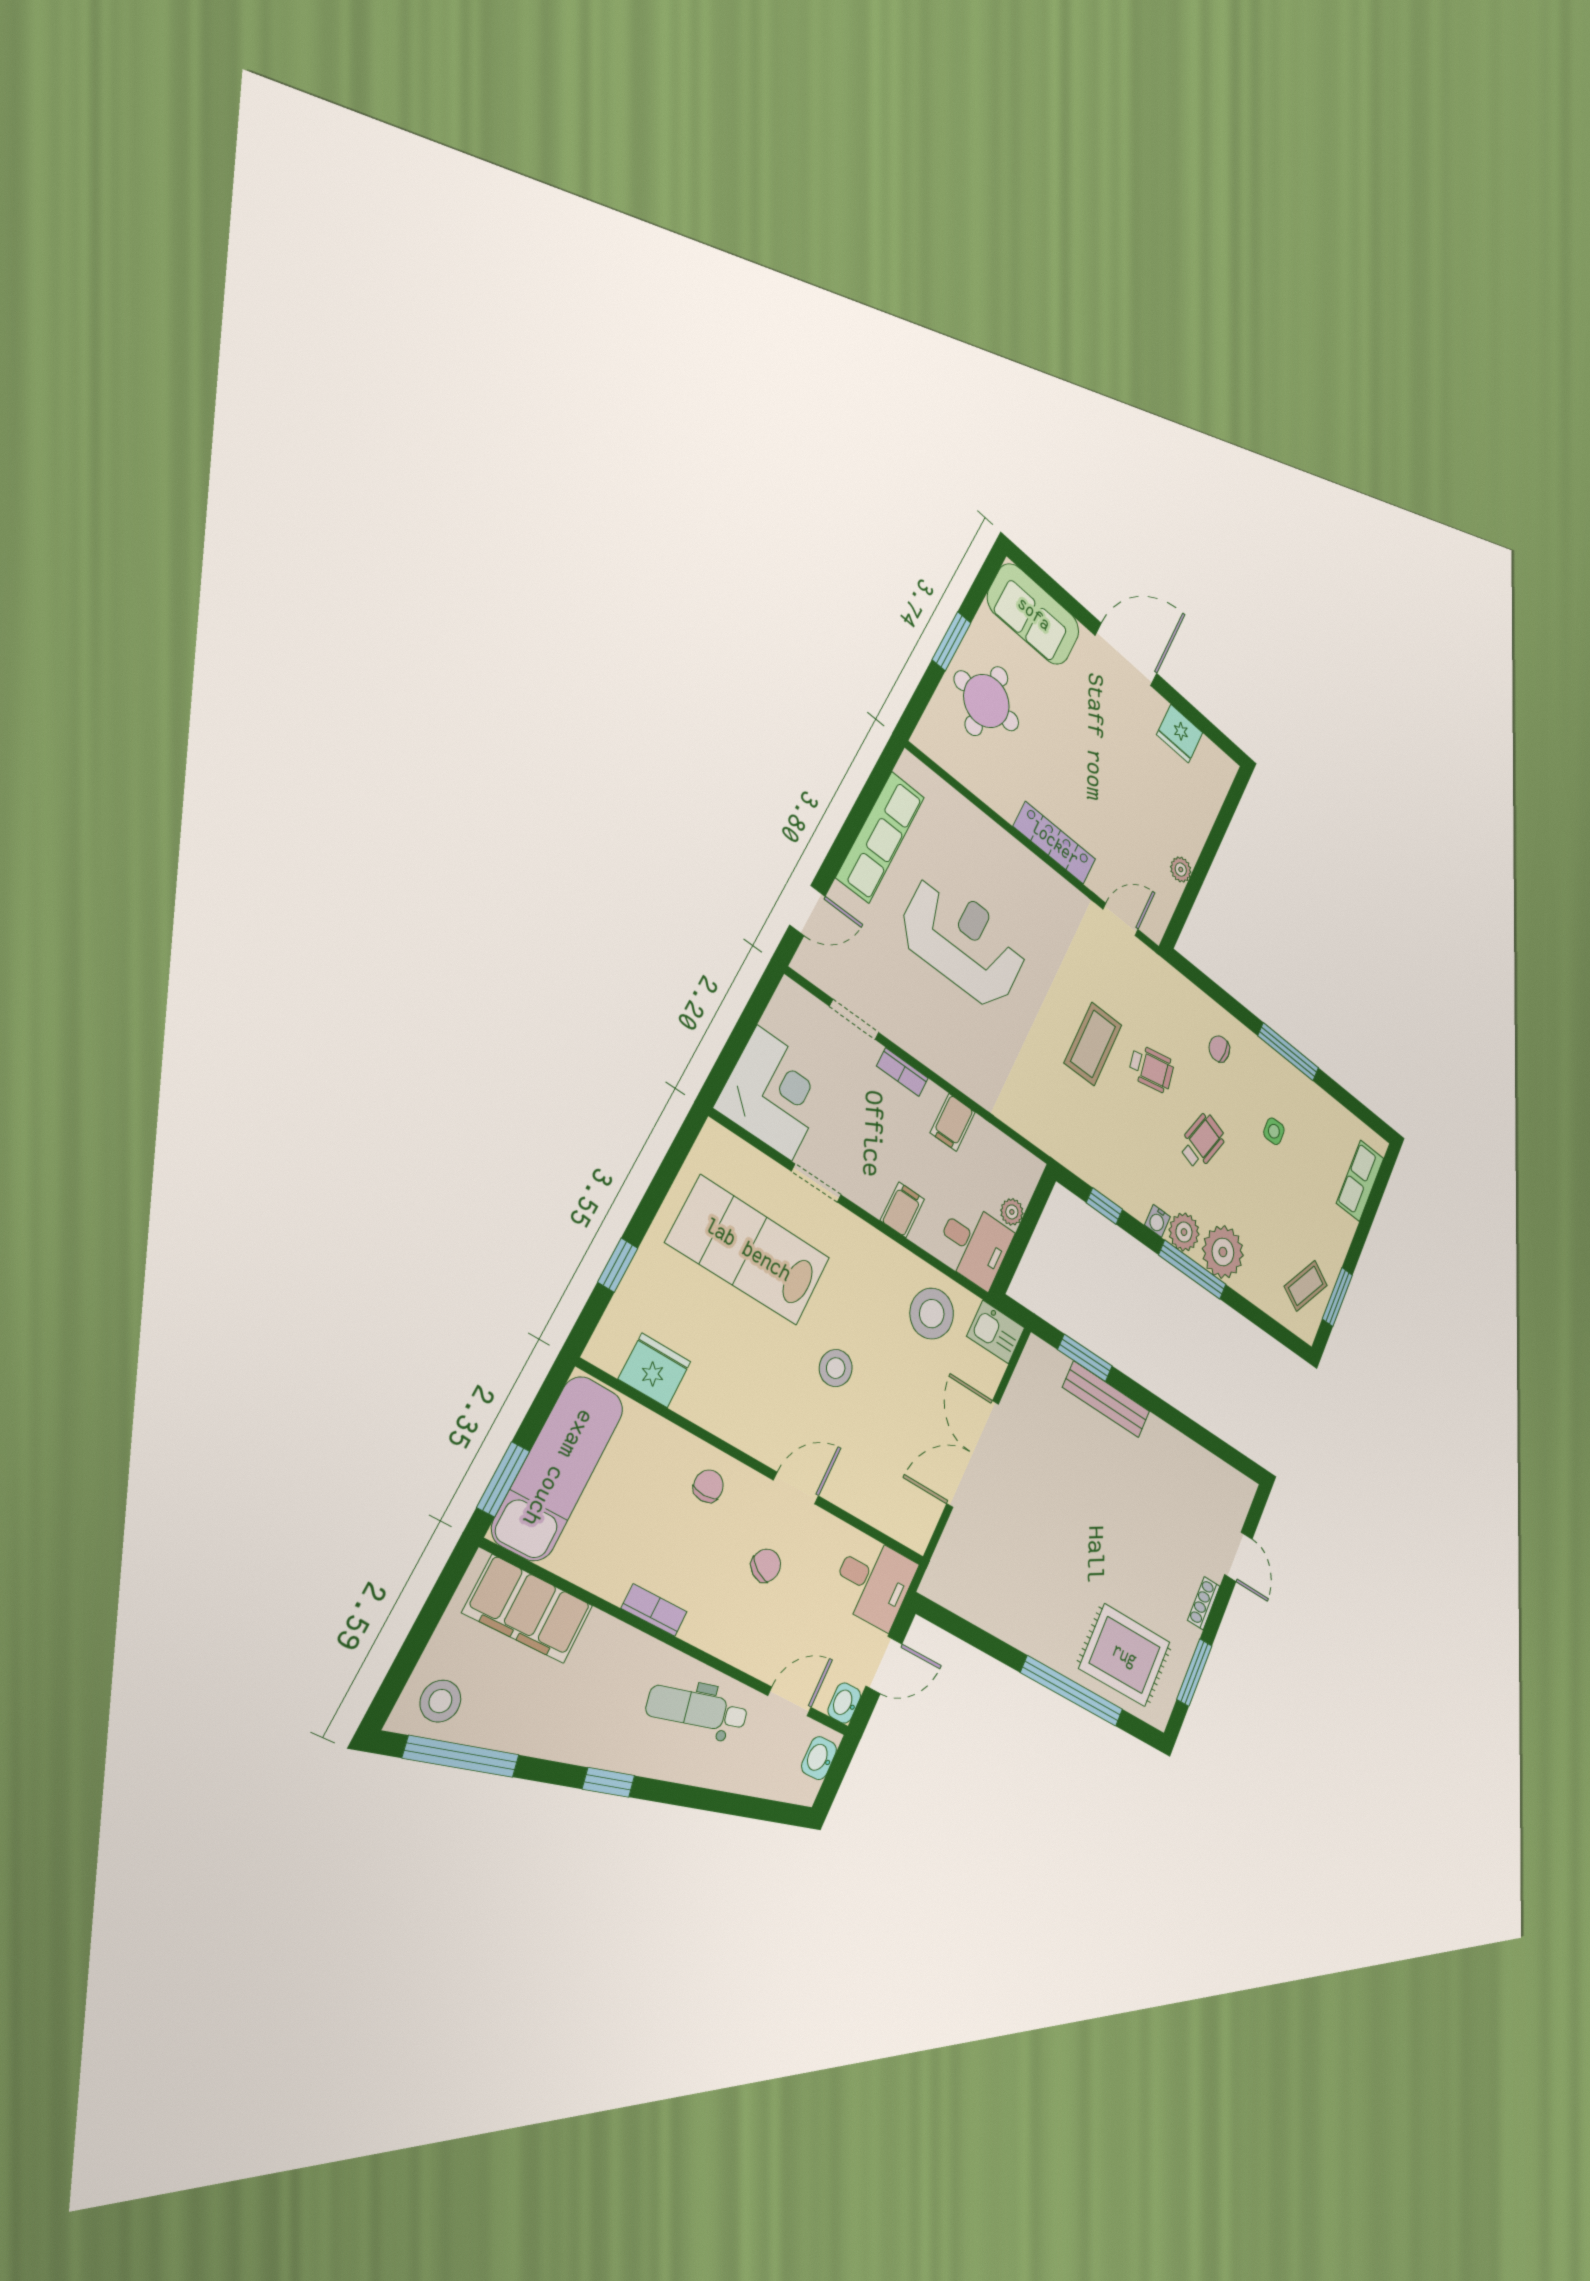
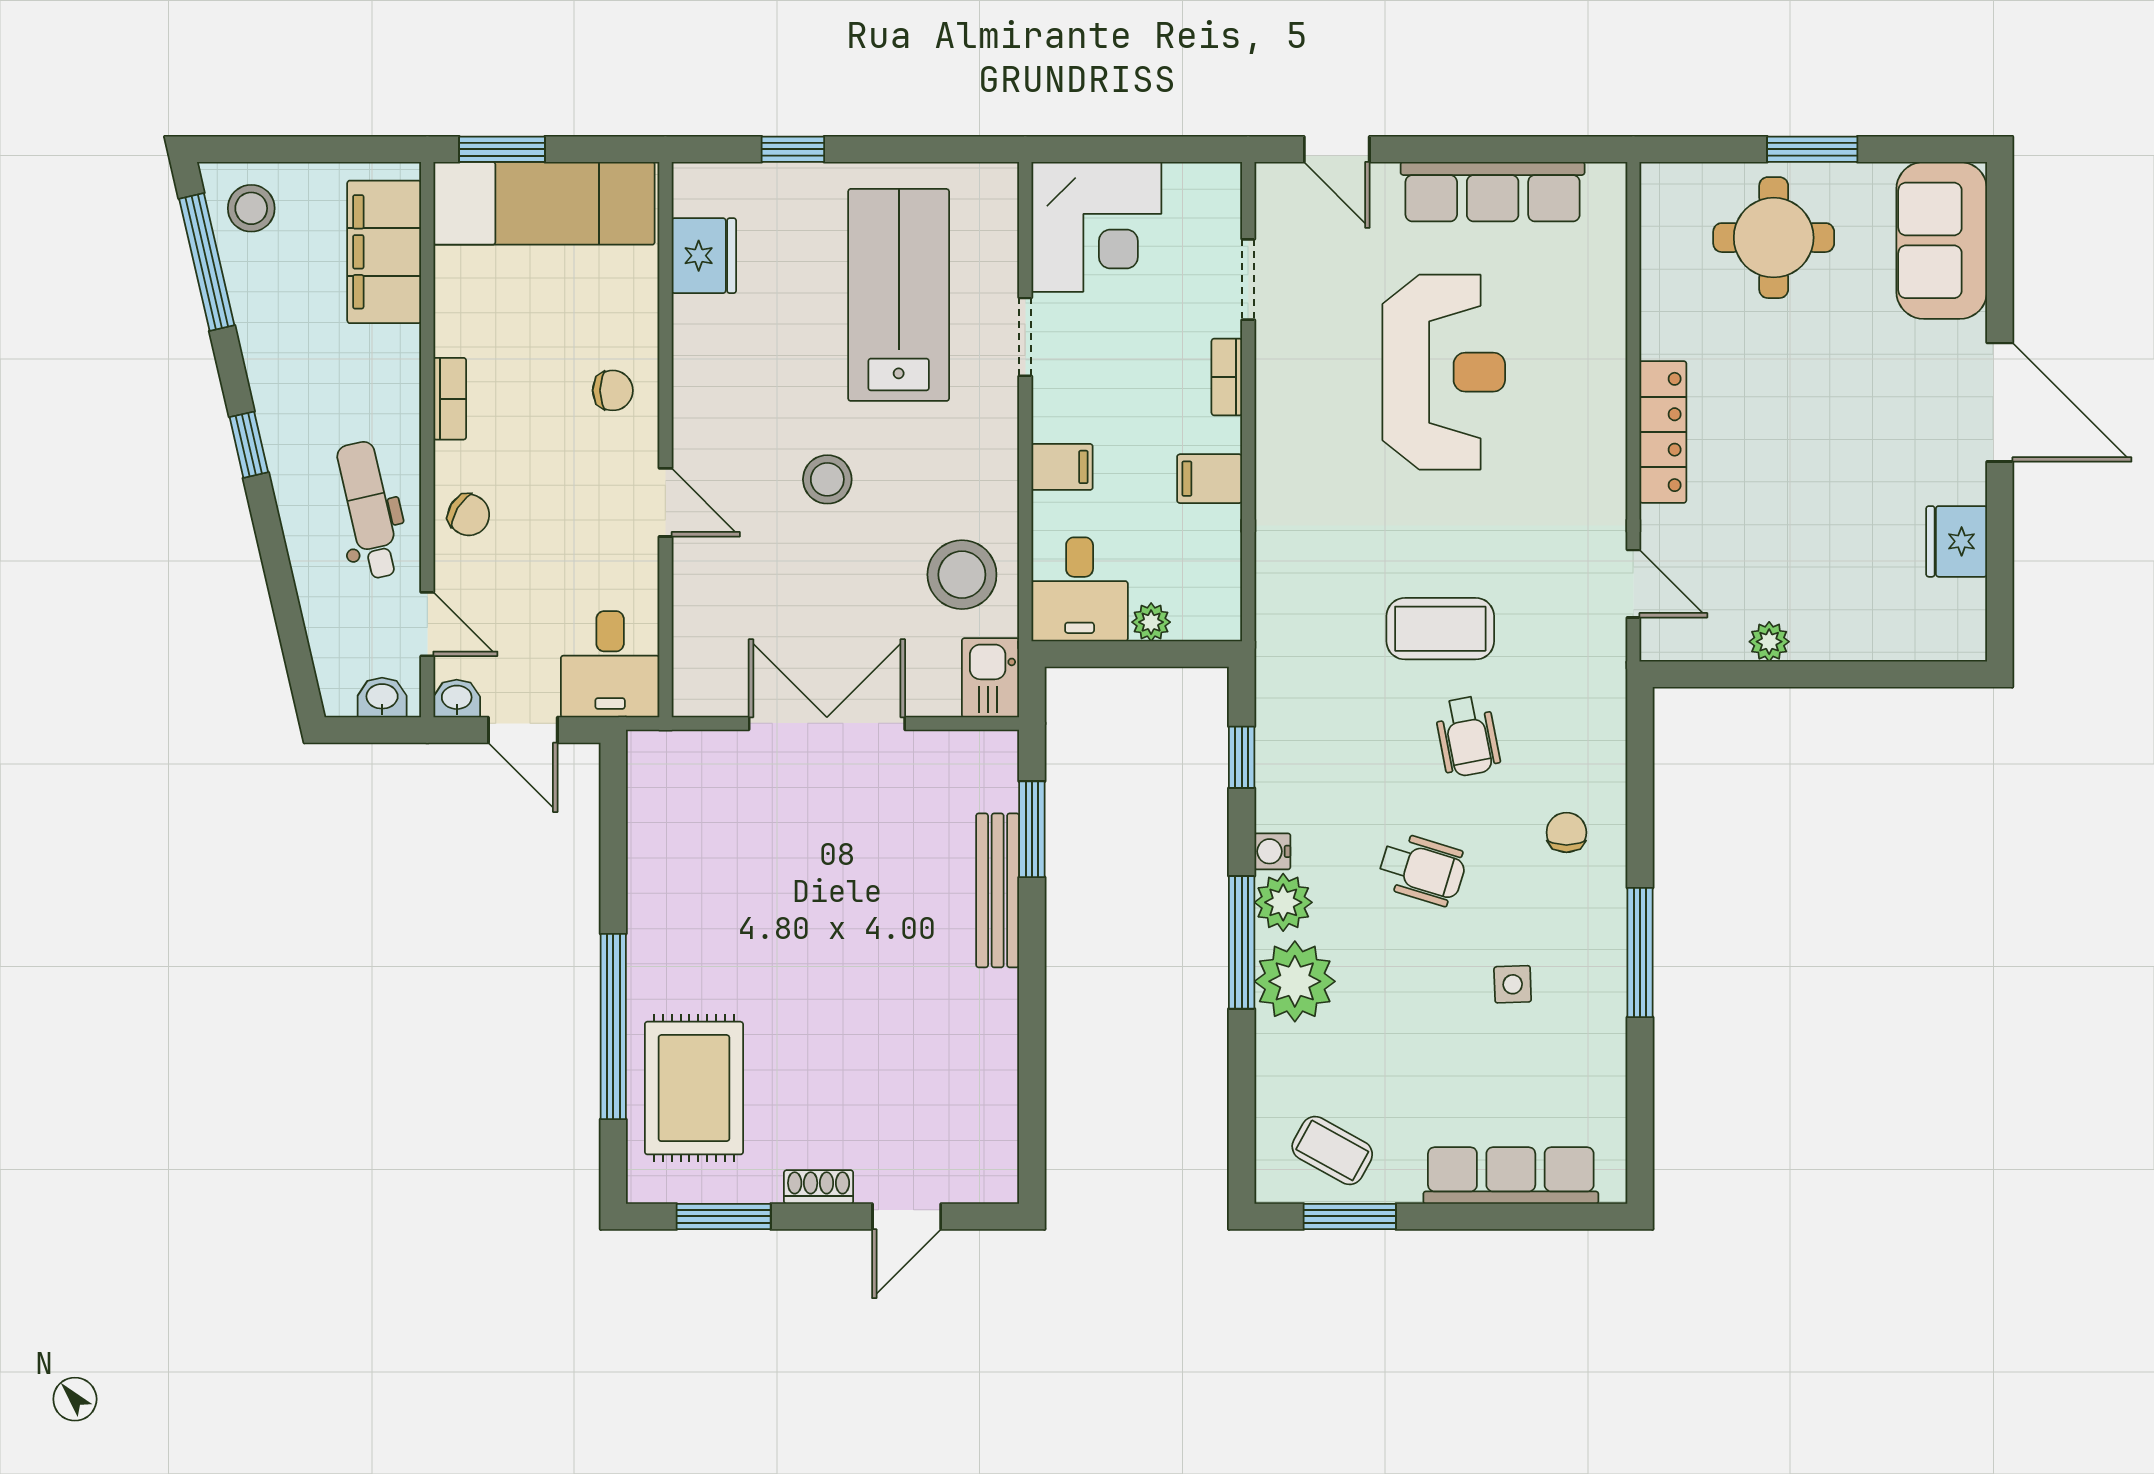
row of seats: (1360, 1181) -> (1511, 1176), width x1.48
chair: (766, 1565) -> (469, 515), moved

